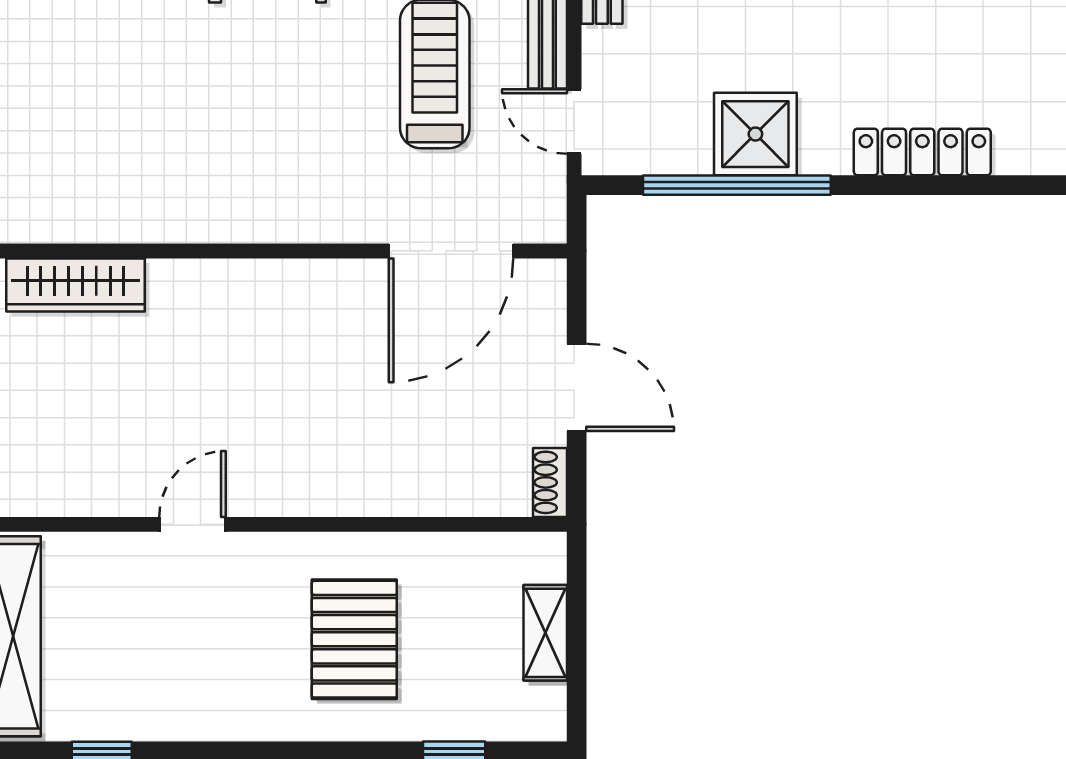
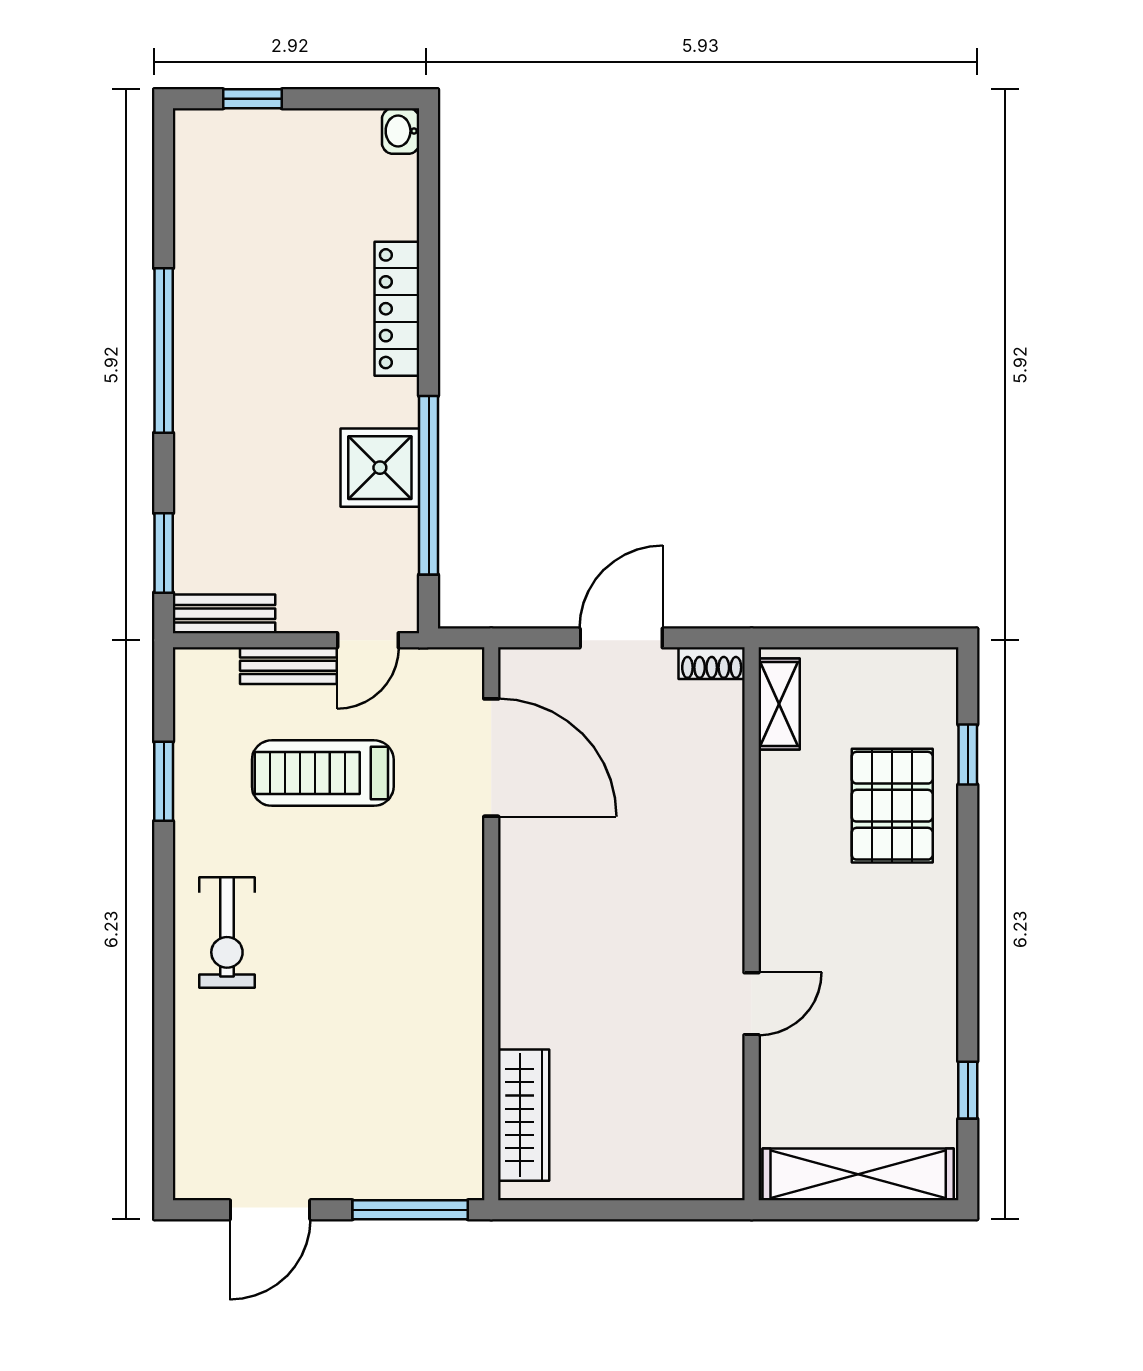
door: (192, 524) -> (752, 1004), swing flipped
shelving: (545, 633) -> (779, 704), moved, turned 90
pallet: (354, 639) -> (892, 806), moved, turned 90

